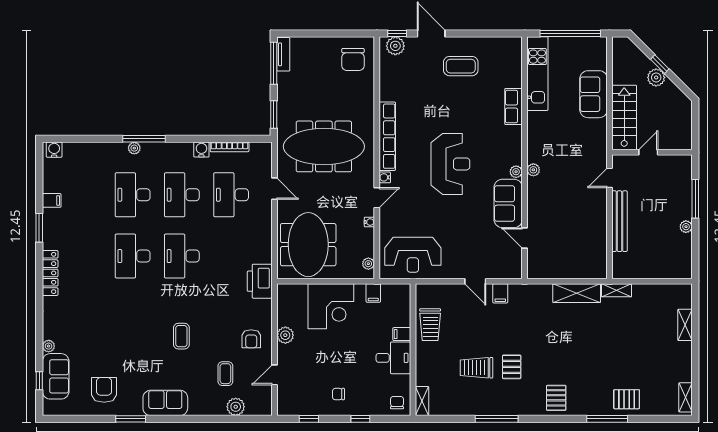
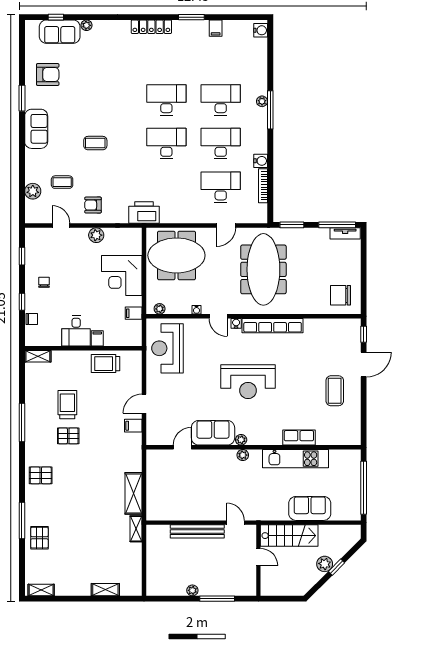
plant: (395, 46) -> (353, 333), removed
kitchen unit: (537, 74) -> (295, 459), moved
chair: (397, 403) -> (32, 319), moved

